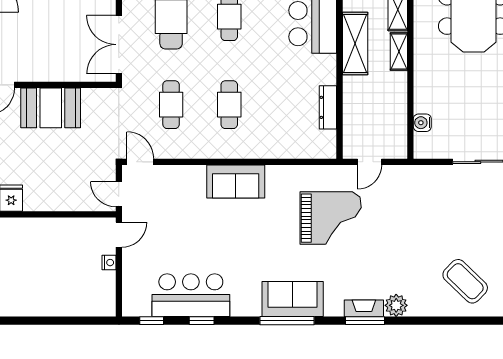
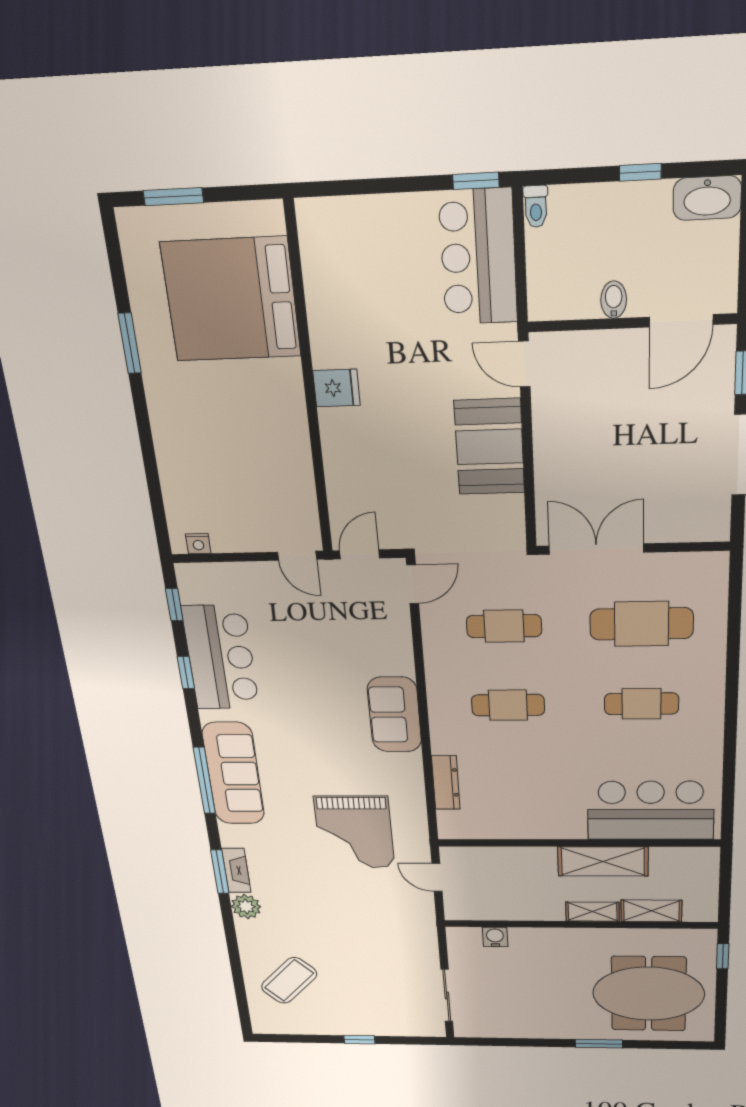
dresser: (328, 107) -> (446, 782), moved, turned 90
nightstand: (109, 263) -> (198, 544), moved
sofa: (293, 299) -> (233, 774), width x1.36

